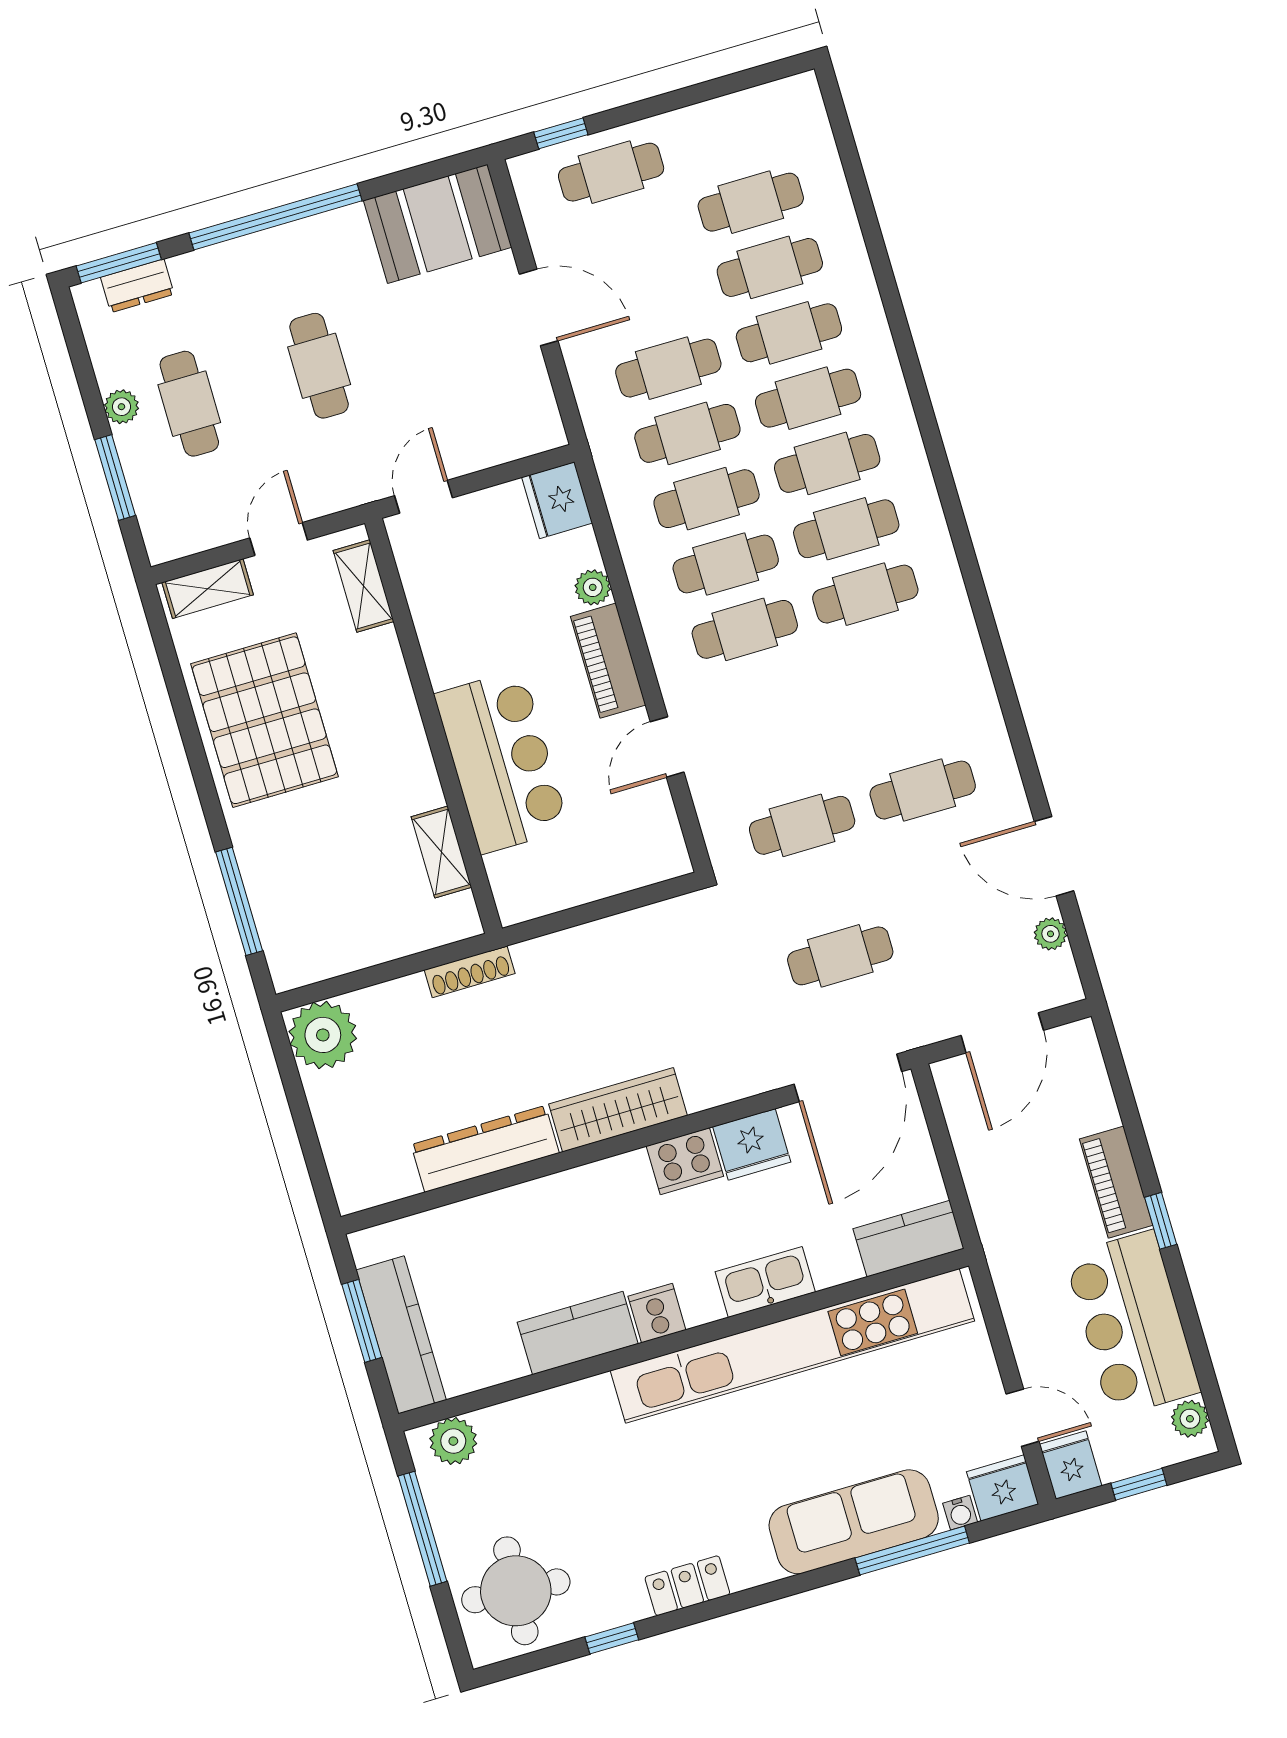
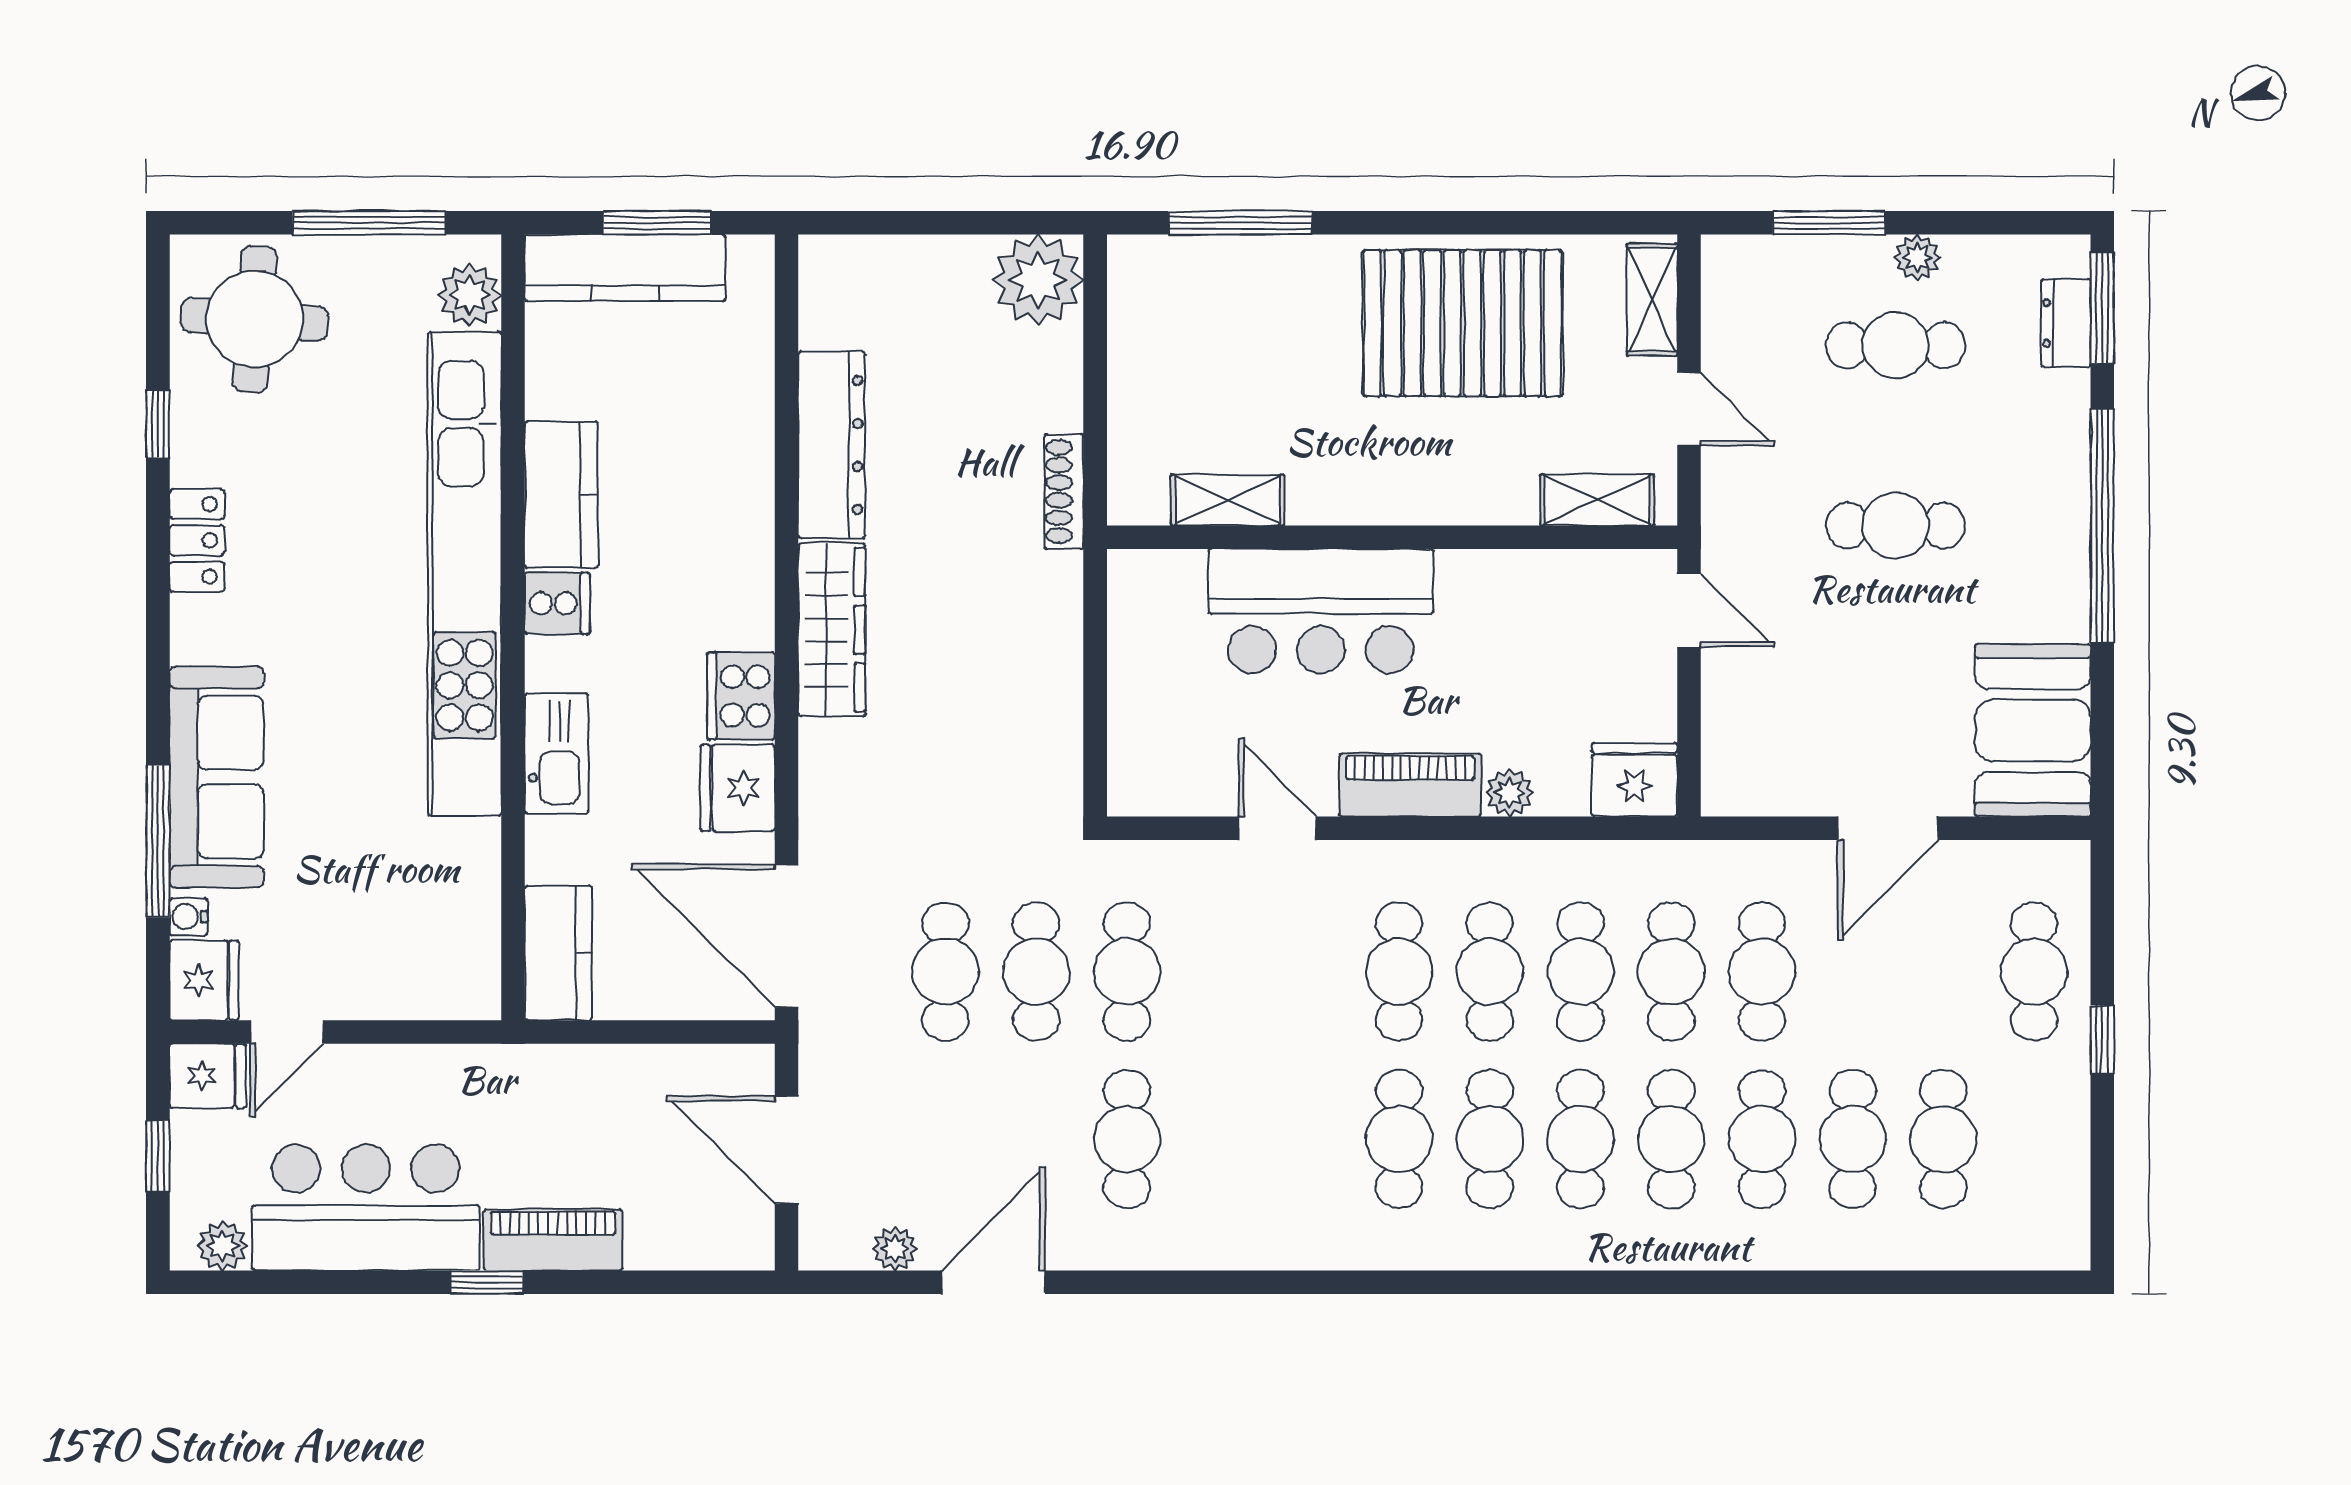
window: (561, 133) -> (2102, 1040), moved
cafe table: (821, 891) -> (1036, 972), added
kitchen unit: (792, 1346) -> (465, 574), moved

